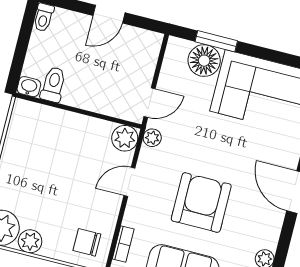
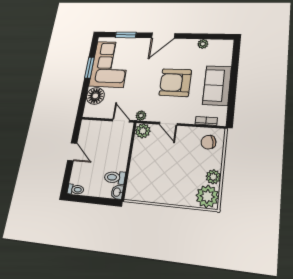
window: (216, 41) -> (89, 68), moved
chair: (87, 242) -> (208, 142), turned 76

